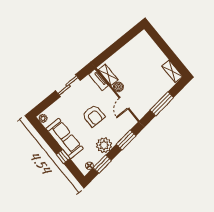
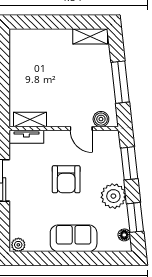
boiler: (118, 87) -> (101, 119), moved
armchair: (94, 116) -> (66, 179), turned 90
sofa: (65, 138) -> (74, 238), width x0.73
window: (63, 157) -> (86, 258), removed

